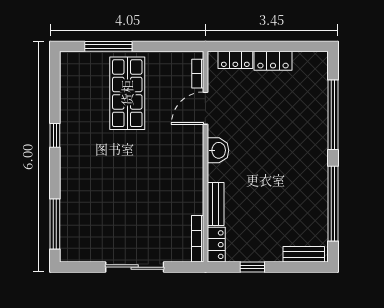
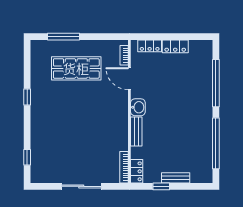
shop shelf: (127, 93) -> (76, 68), turned 90
door: (205, 108) -> (129, 79), hinge flipped
bench: (216, 204) -> (136, 132), moved
window: (55, 224) -> (27, 157), width x0.46
bench: (304, 254) -> (176, 178), moved

